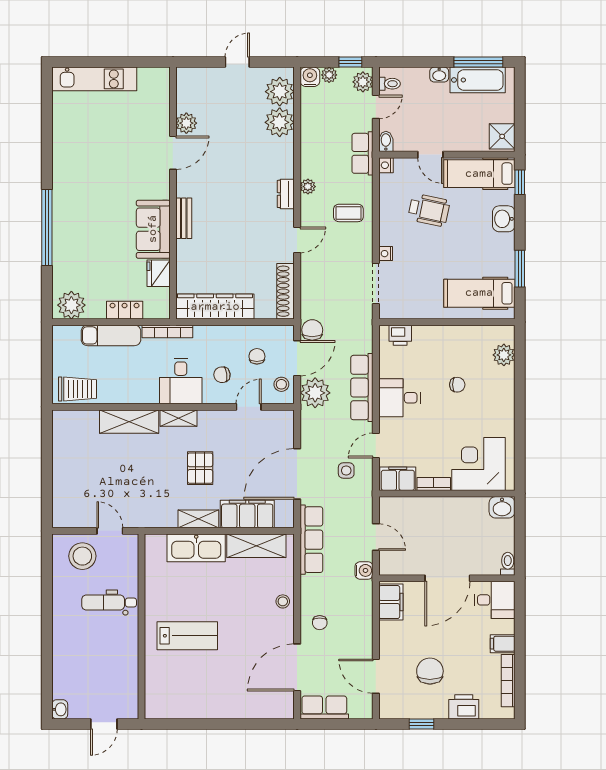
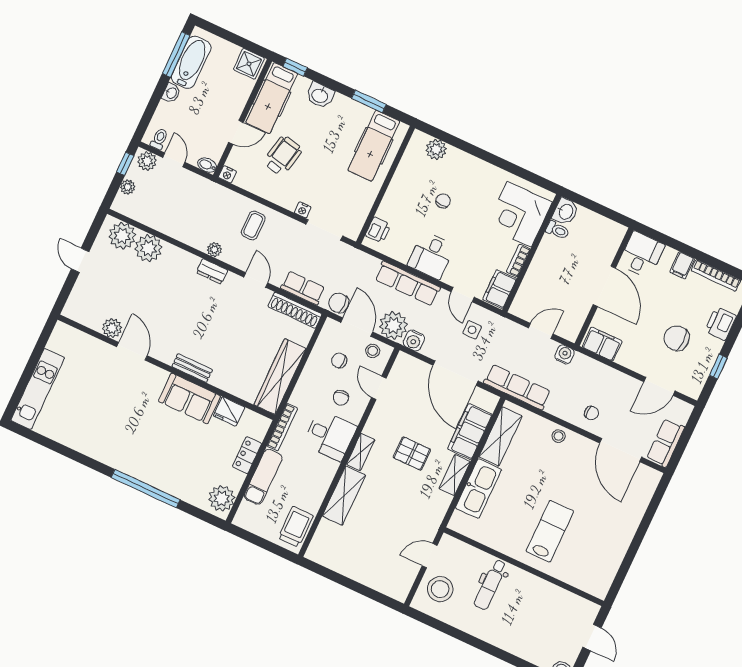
water cooler: (310, 77) -> (414, 340), moved, turned -90
row of seats: (363, 153) -> (303, 288), moved, turned 180
toilet: (508, 564) -> (558, 230), moved, turned 180

